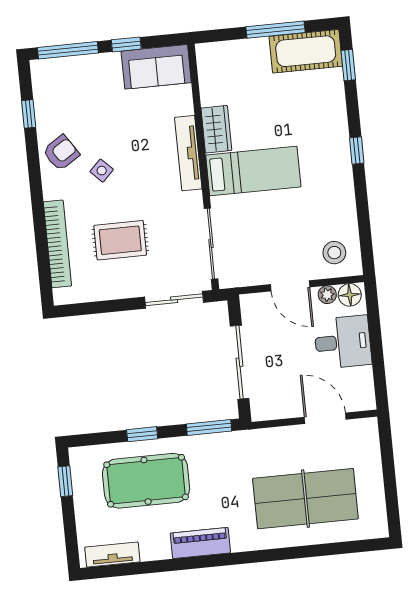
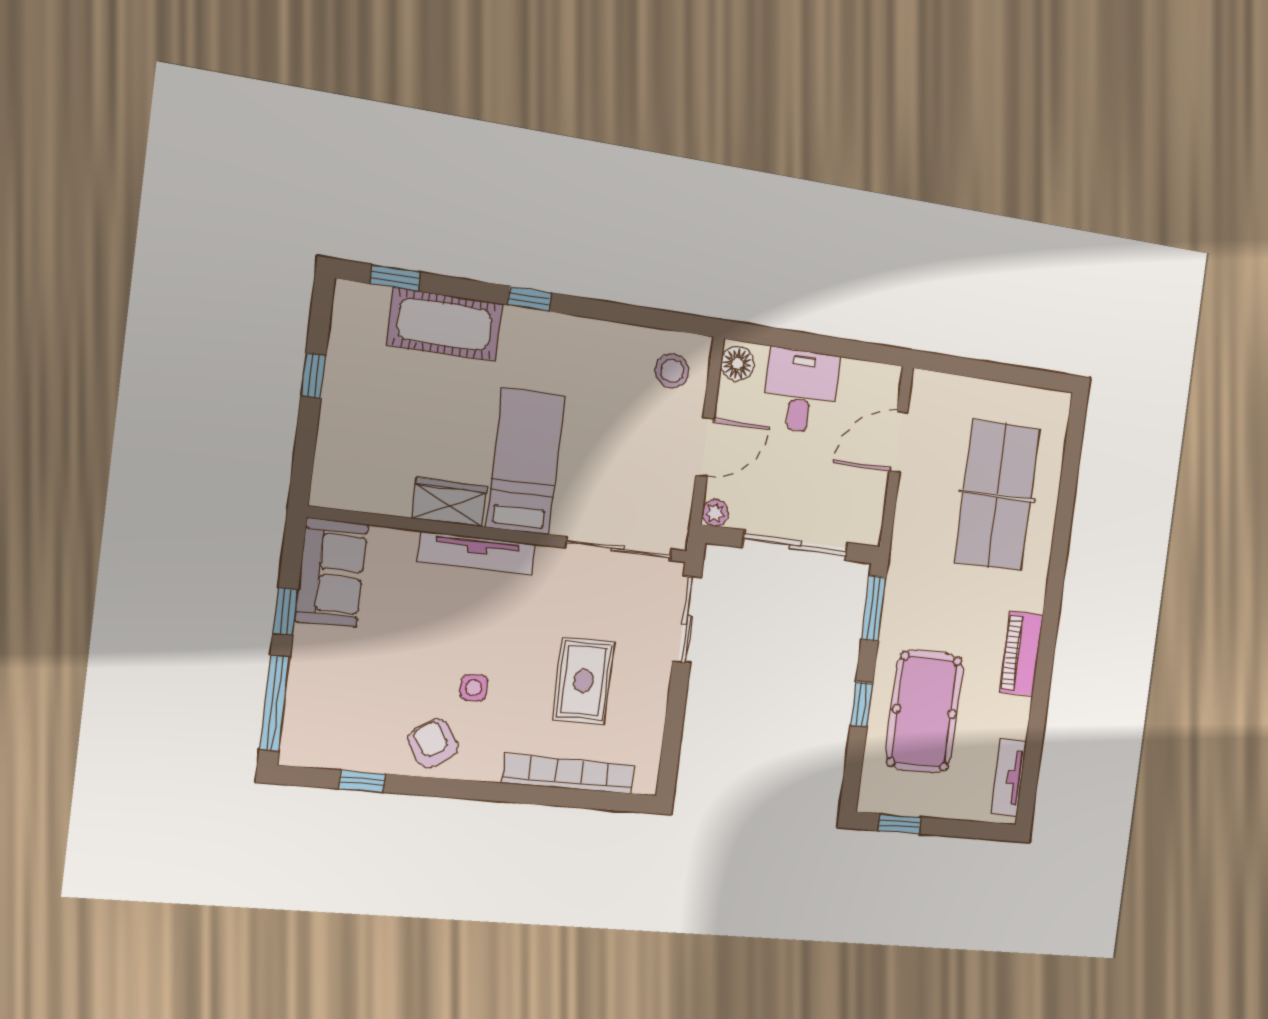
window: (276, 30) -> (313, 376), width x0.46
cot: (306, 51) -> (445, 324), moved, turned 90
side table: (102, 171) -> (474, 688), turned 45
plant: (327, 295) -> (715, 513), moved

